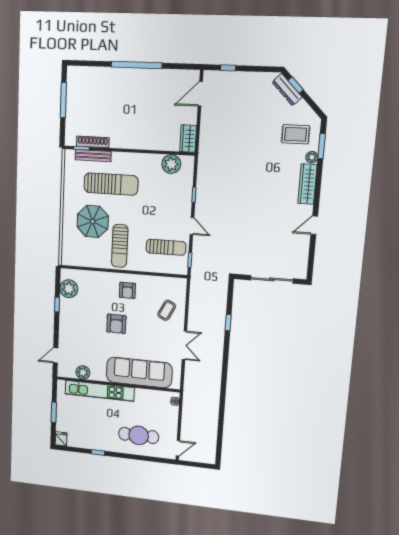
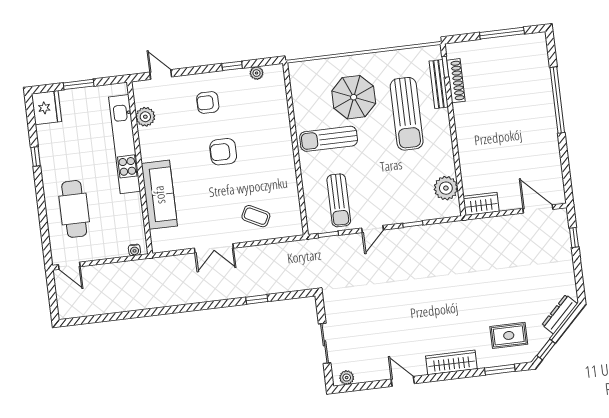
window: (137, 65) -> (557, 100), moved
window: (296, 85) -> (546, 350), moved
rug: (296, 134) -> (509, 335), turned 90
plant: (312, 157) -> (347, 378), moved
sliding door: (272, 279) -> (325, 343), width x0.73
plant: (69, 289) -> (257, 73), width x0.53, depth x0.53
armchair: (127, 290) -> (208, 102), moved
sofa: (139, 373) -> (159, 195), width x0.74, depth x0.79
fridge: (61, 439) -> (46, 108), width x1.88, depth x1.34

